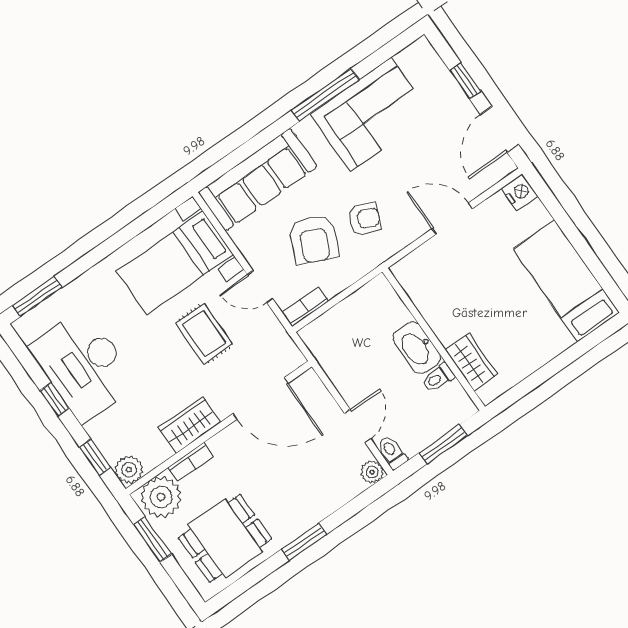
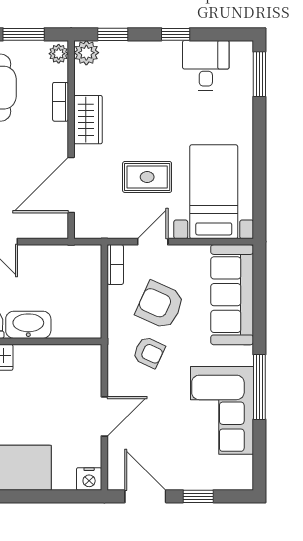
armchair: (364, 219) -> (149, 352), turned -86
desk: (83, 365) -> (206, 65), width x0.53, depth x0.77
plant: (161, 497) -> (59, 54), width x0.53, depth x0.53

